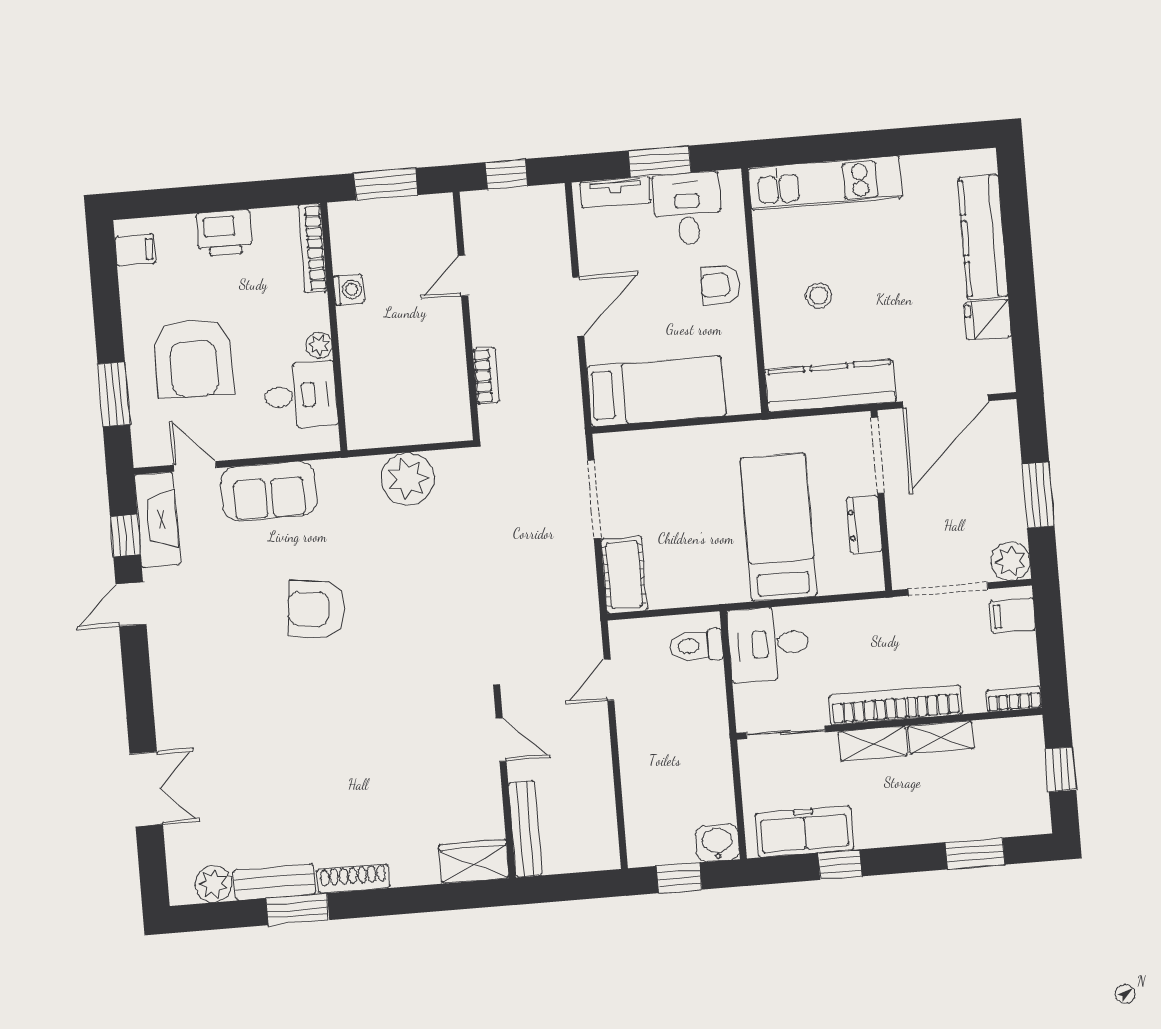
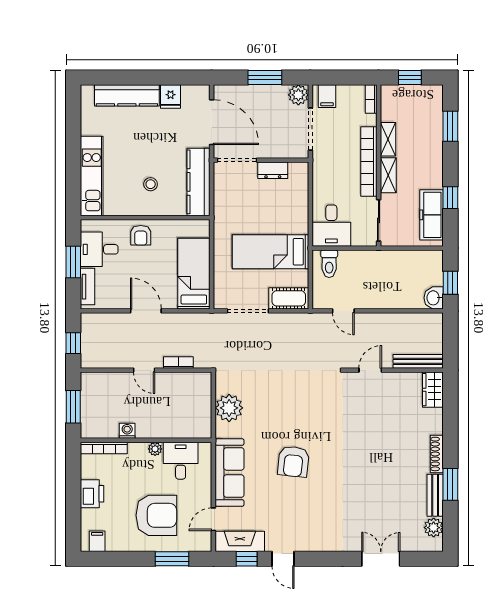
door: (463, 276) -> (144, 370), moved
sofa: (269, 491) -> (230, 472), width x1.36
bed: (779, 527) -> (271, 252), moved
washbasin: (717, 843) -> (434, 298), moved

